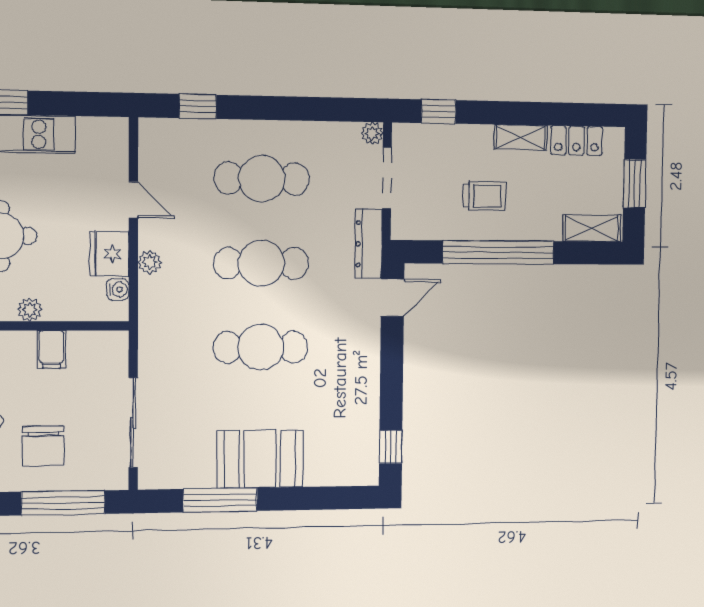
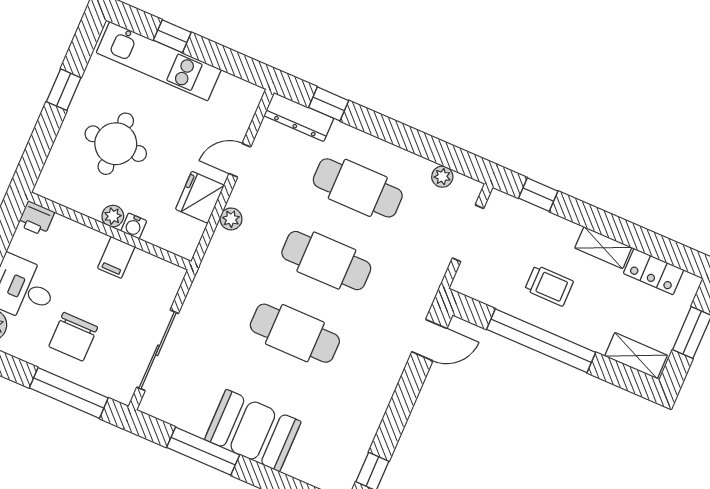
plant: (372, 133) -> (442, 177), moved
door: (133, 200) -> (240, 160), swing flipped
dresser: (369, 244) -> (299, 117), moved, turned -90
water cooler: (118, 289) -> (134, 226), moved, turned 90

